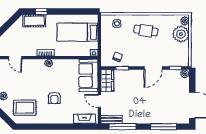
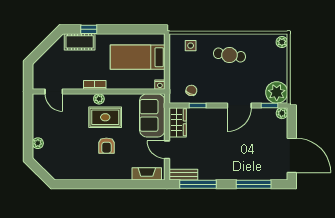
plant: (181, 34) -> (277, 92), moved
rug: (25, 108) -> (105, 117), moved

